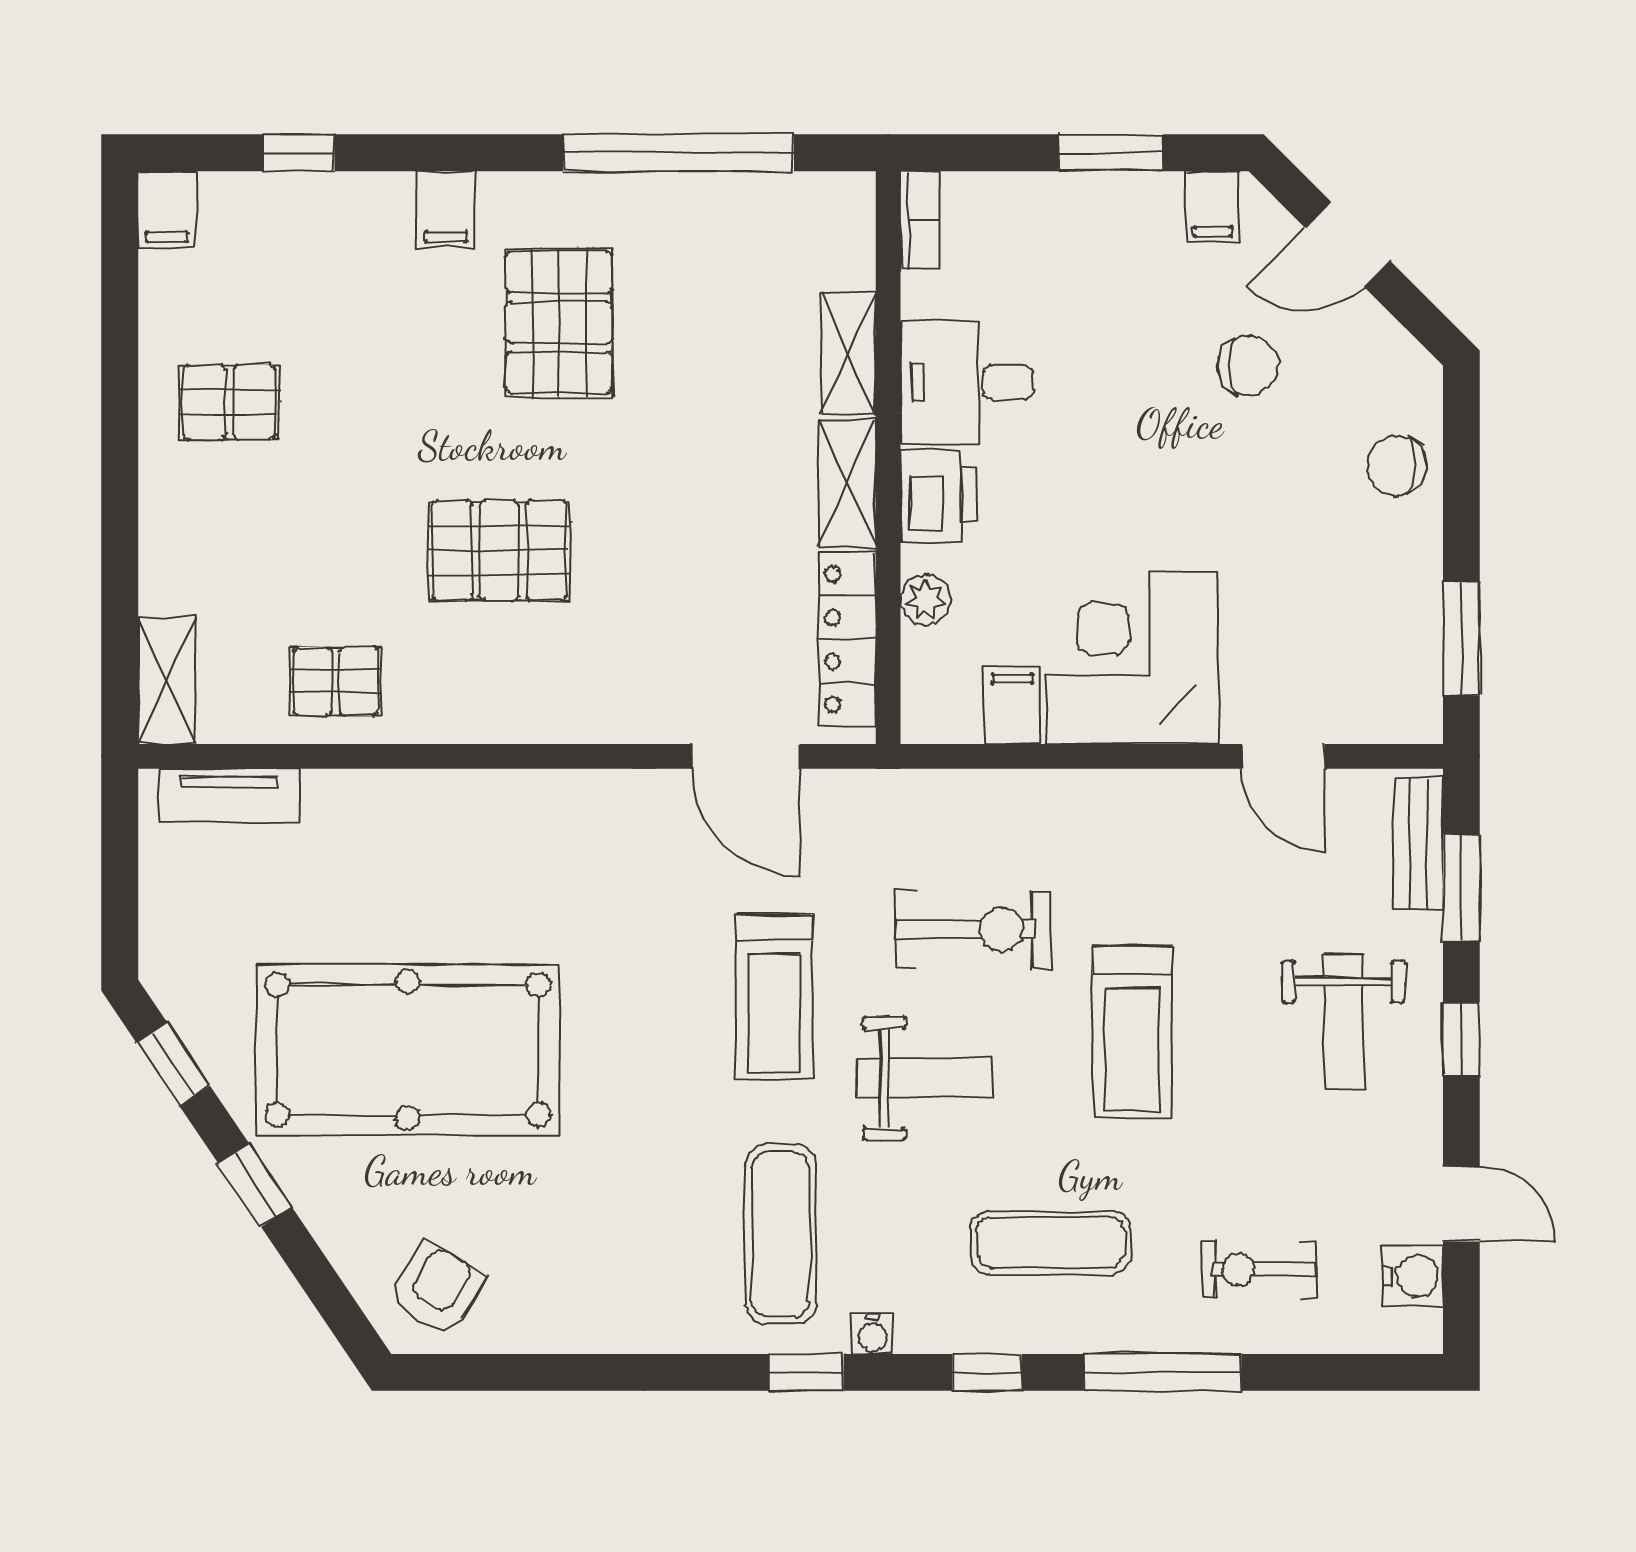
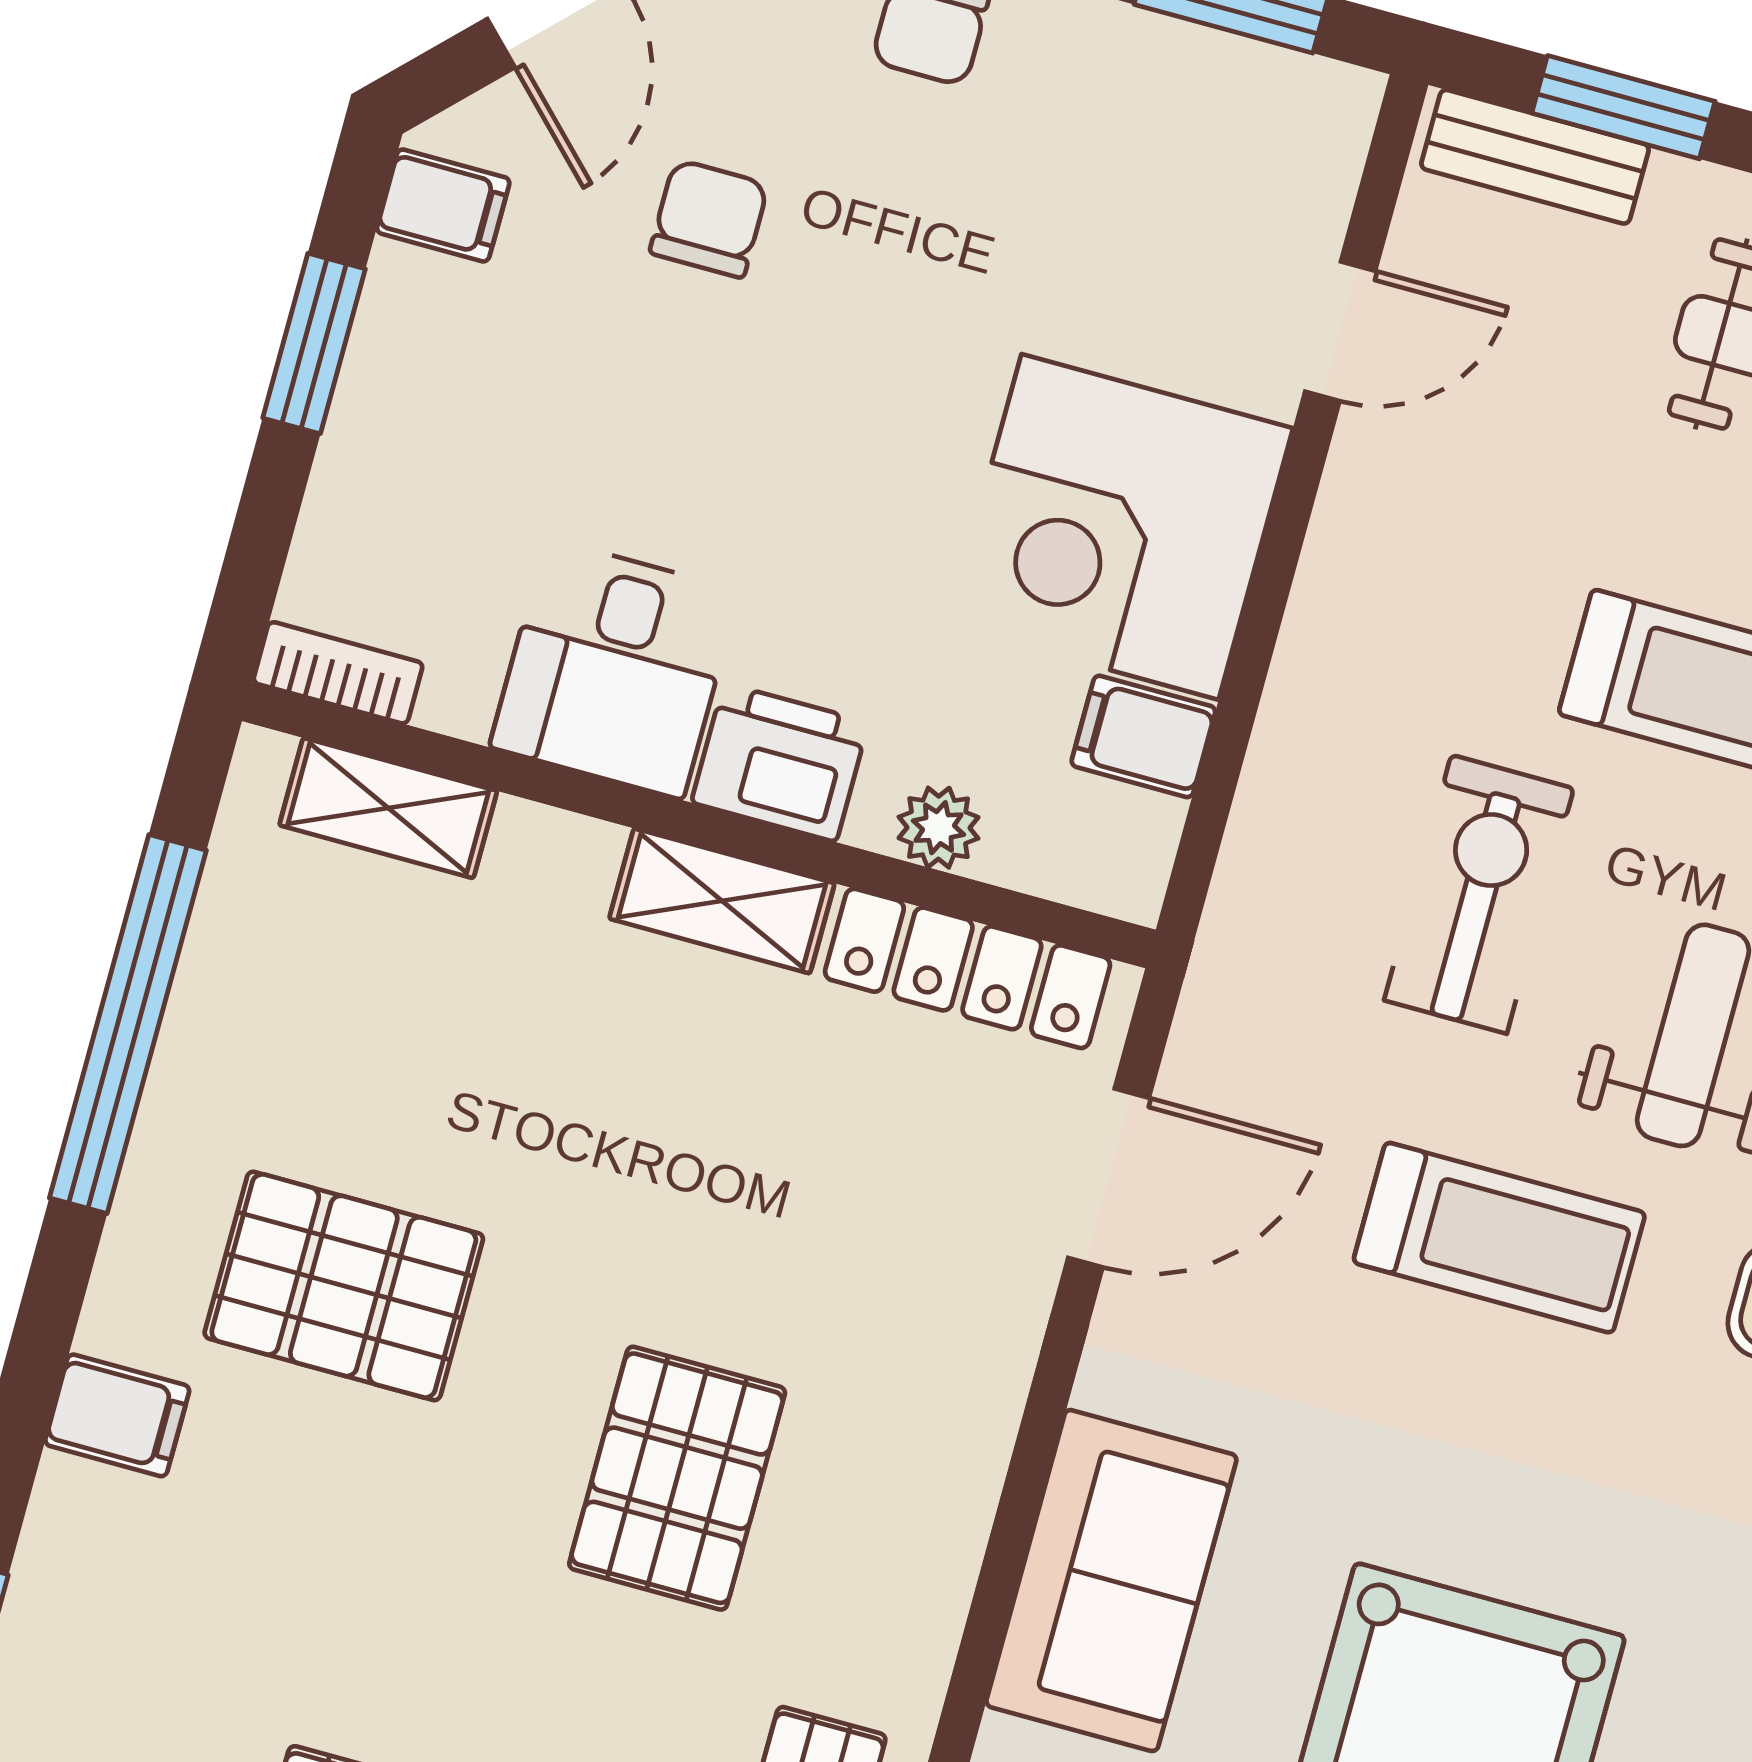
shelving: (848, 353) -> (388, 808), moved
sofa: (509, 823) -> (1111, 1581), added

